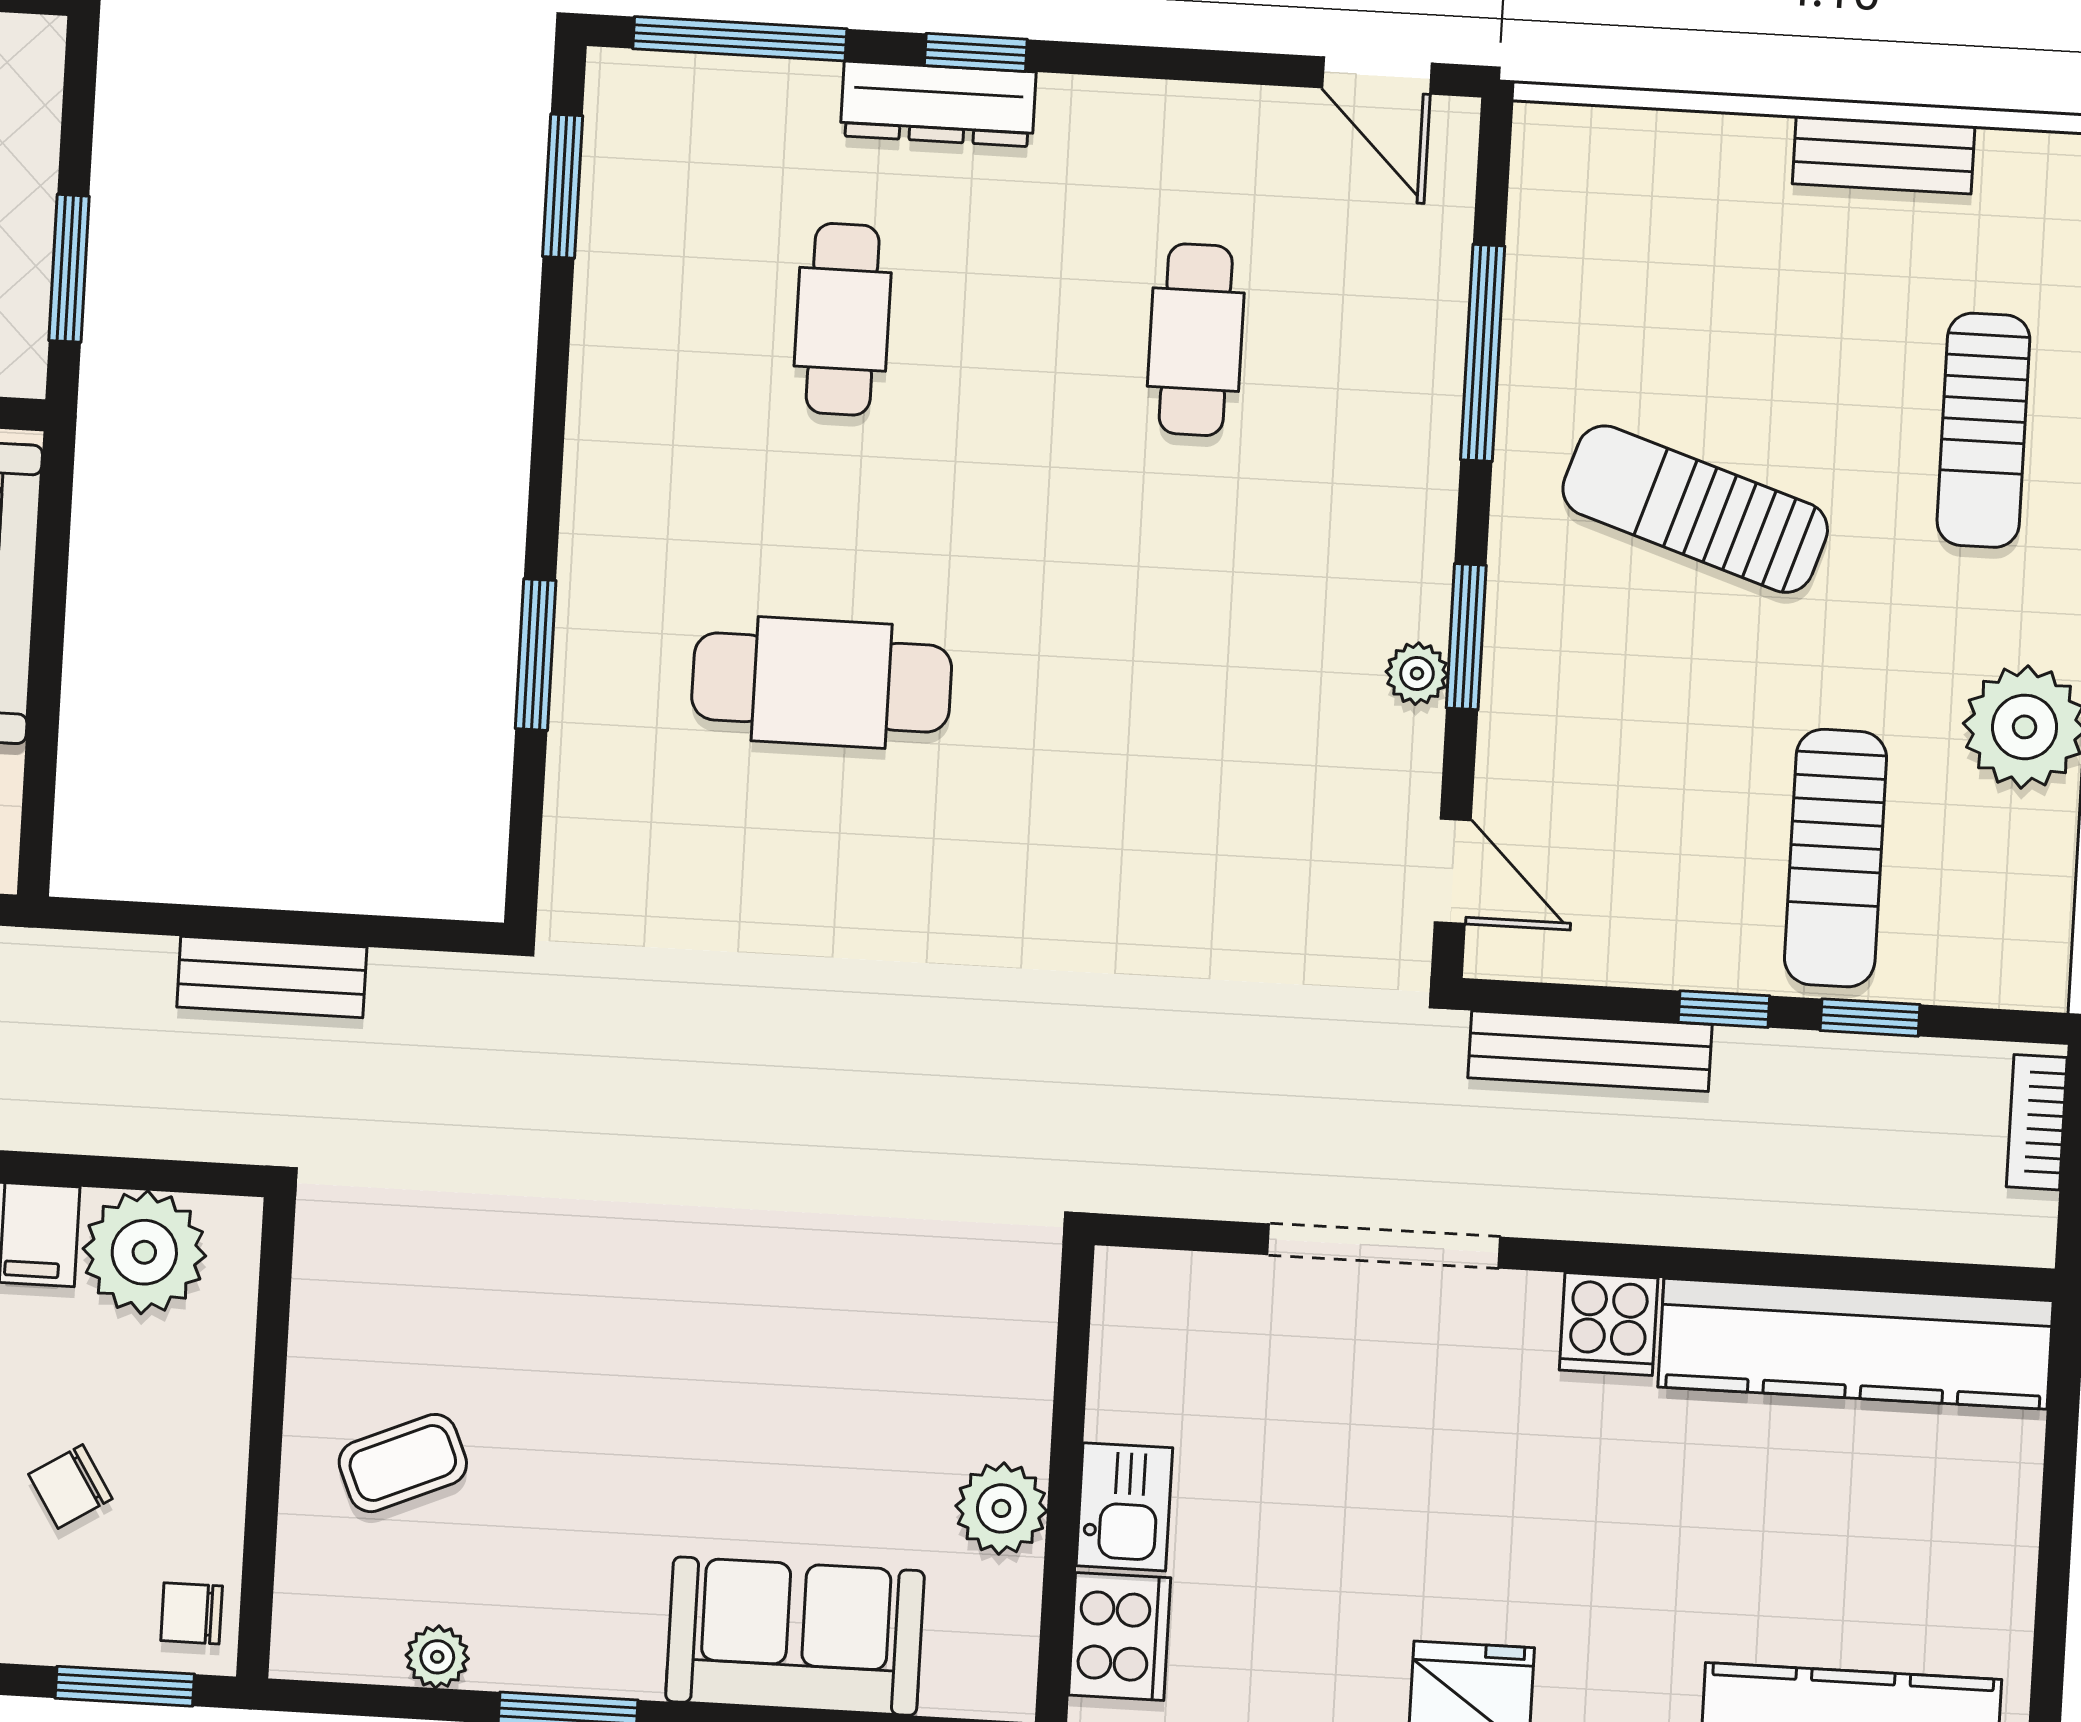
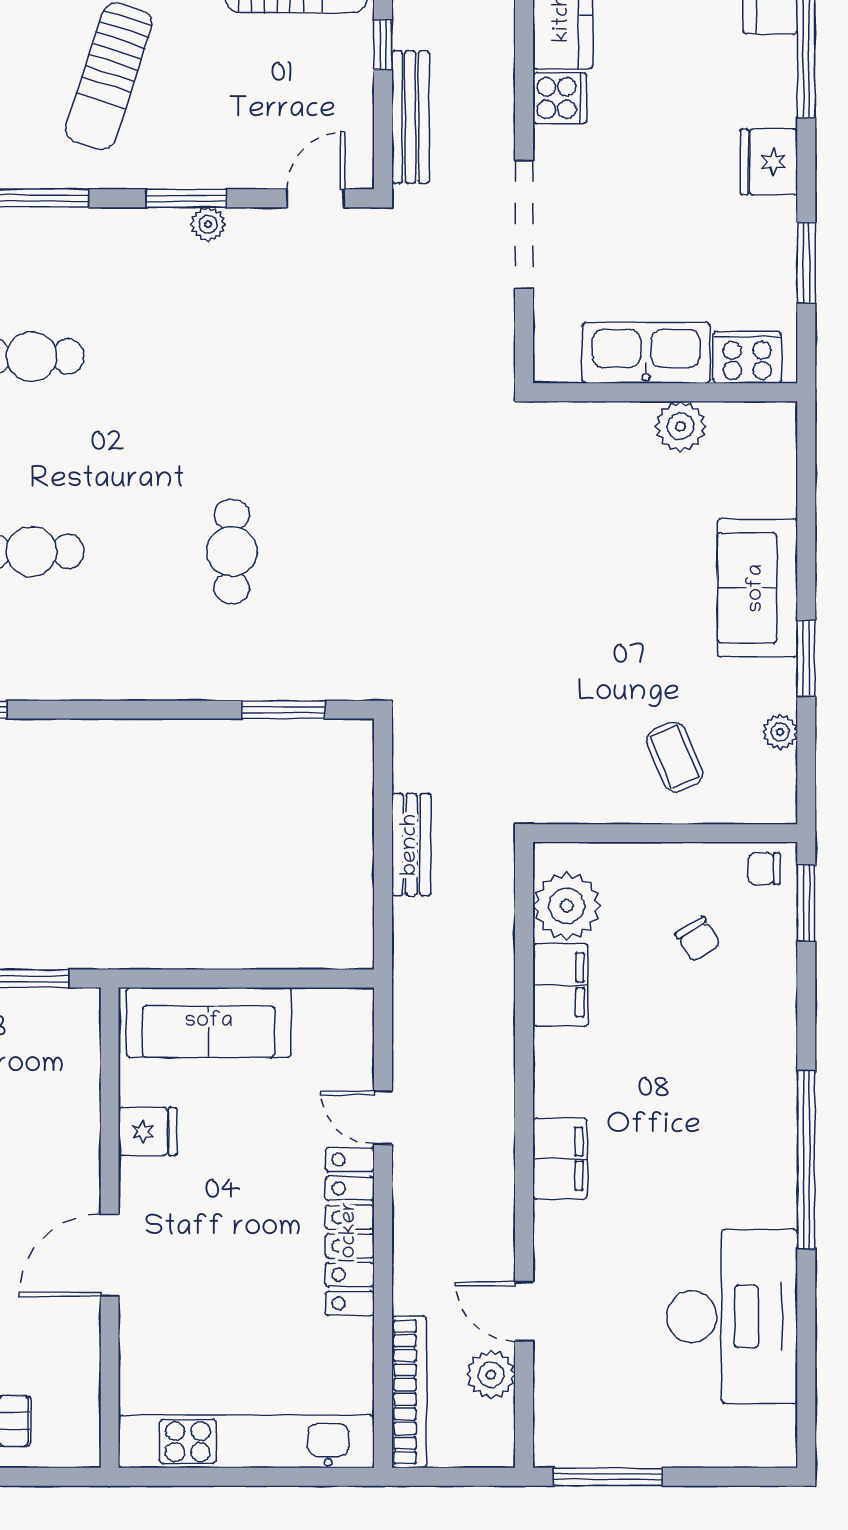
window: (536, 655) -> (283, 710), moved
cafe table: (822, 682) -> (232, 551), width x0.73, depth x0.74
kitchen sink: (1124, 1507) -> (646, 353), width x1.87, depth x1.24
chair: (192, 1613) -> (764, 869), turned 90
sofa: (795, 1636) -> (757, 588), moved

